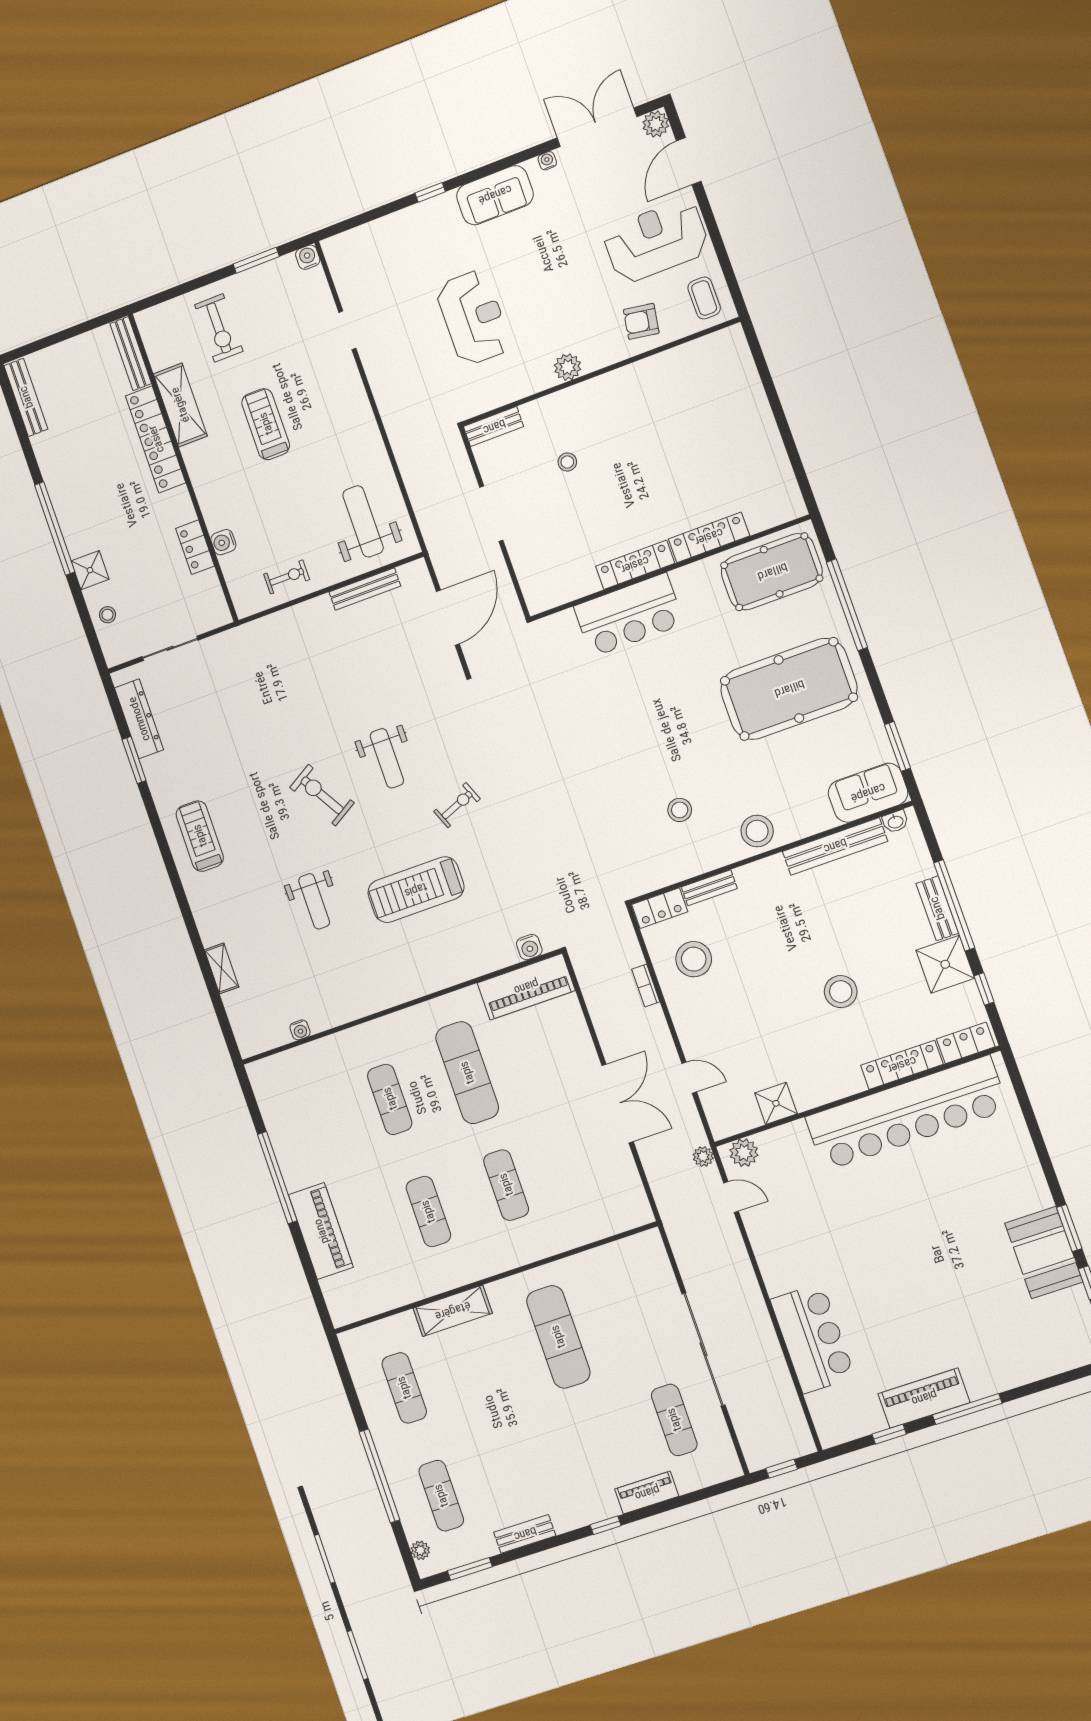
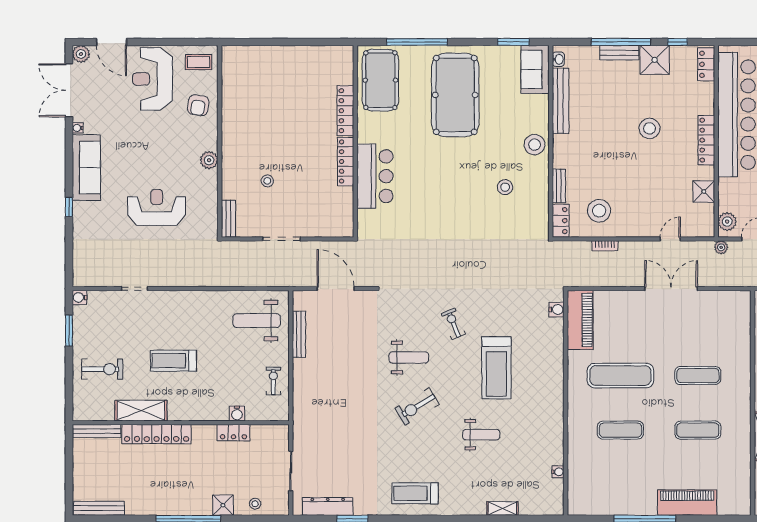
sofa: (495, 195) -> (86, 168), width x1.36
locker: (902, 1065) -> (706, 140), moved

